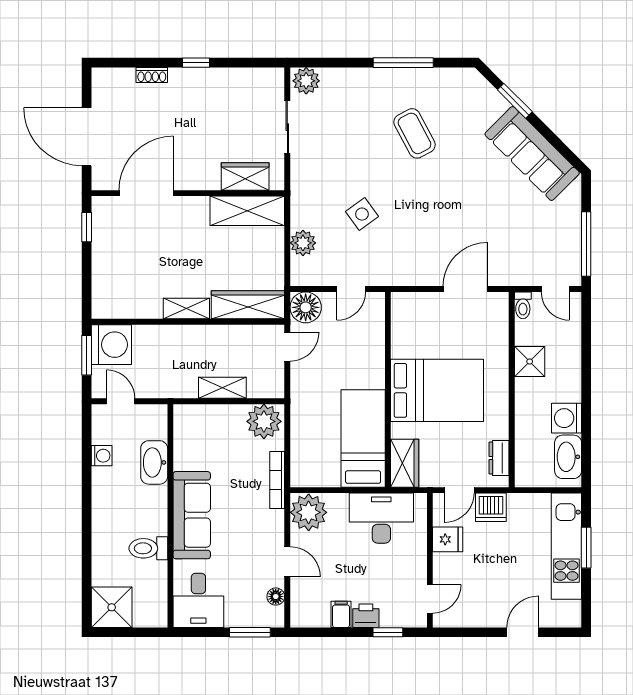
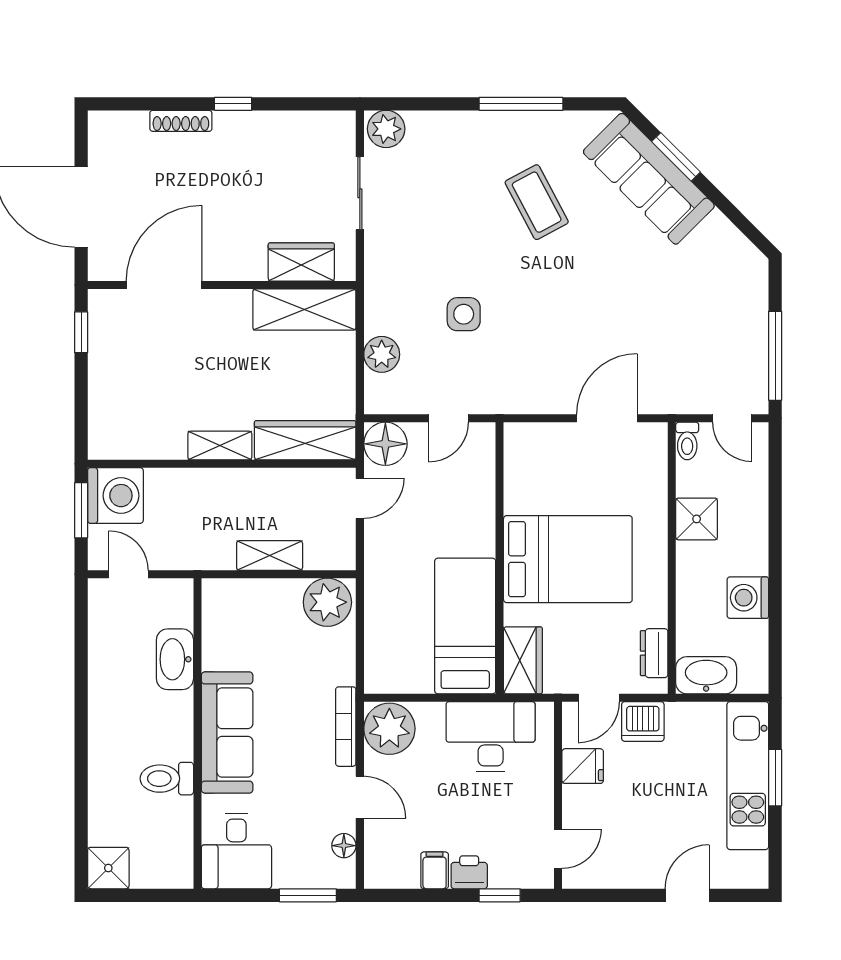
shoe rack: (152, 75) -> (181, 121), width x1.43
sofa: (532, 154) -> (649, 179), moved
side table: (362, 214) -> (464, 314), turned 36
washing machine: (102, 456) -> (102, 650), removed
washbasin: (568, 457) -> (706, 675), moved, turned 90
bookcase: (277, 480) -> (346, 727), moved
shower: (112, 607) -> (108, 868), width x0.73, depth x0.73

